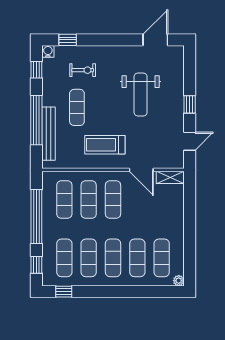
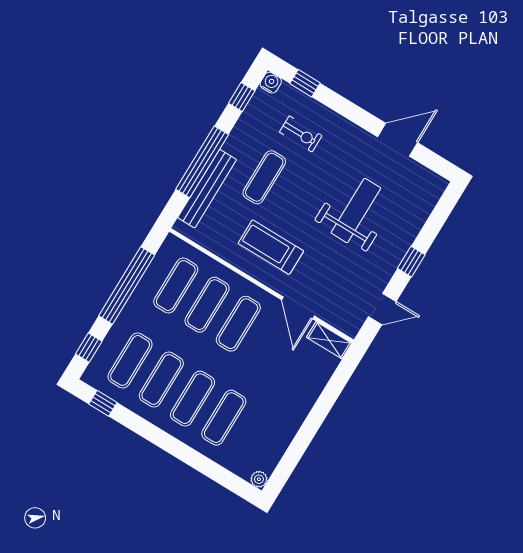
door: (155, 40) -> (398, 140), moved
weight bench: (141, 95) -> (356, 210), turned 180
exercise mat: (162, 258) -> (255, 437), removed

